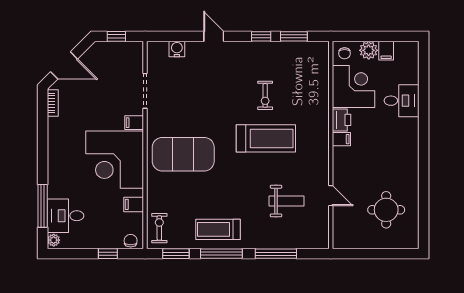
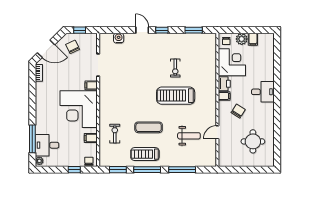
window: (261, 36) -> (162, 30), moved
chair: (105, 63) -> (73, 47), added
desk: (402, 101) -> (263, 92), moved
treadmill: (266, 138) -> (176, 96), turned 180
exercise mat: (183, 154) -> (149, 127), moved, width x0.50, depth x0.69
chair: (363, 163) -> (238, 111), added
door: (331, 196) -> (217, 132), swing flipped
exercise bike: (159, 228) -> (115, 134), moved

